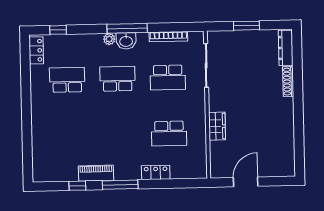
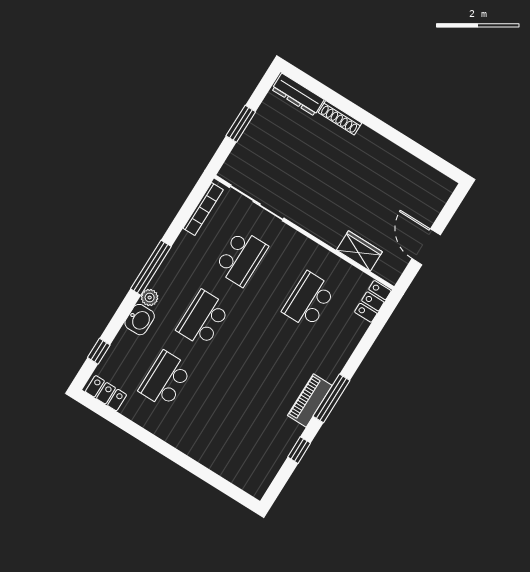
bookcase: (168, 37) -> (203, 209), moved
washbasin: (126, 41) -> (140, 320), moved
wardrobe: (217, 126) -> (359, 251), moved
school desk: (169, 134) -> (309, 300), turned 180
locker: (156, 172) -> (373, 301), moved
piano: (96, 173) -> (310, 400), moved

